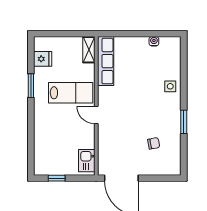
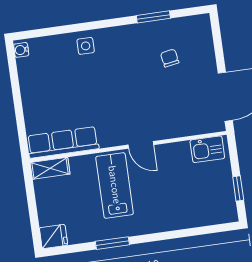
water cooler: (154, 41) -> (21, 50), moved
fridge: (43, 59) -> (53, 236), moved, turned 90
door: (96, 115) -> (141, 145), hinge flipped
window: (184, 122) -> (153, 17), moved

